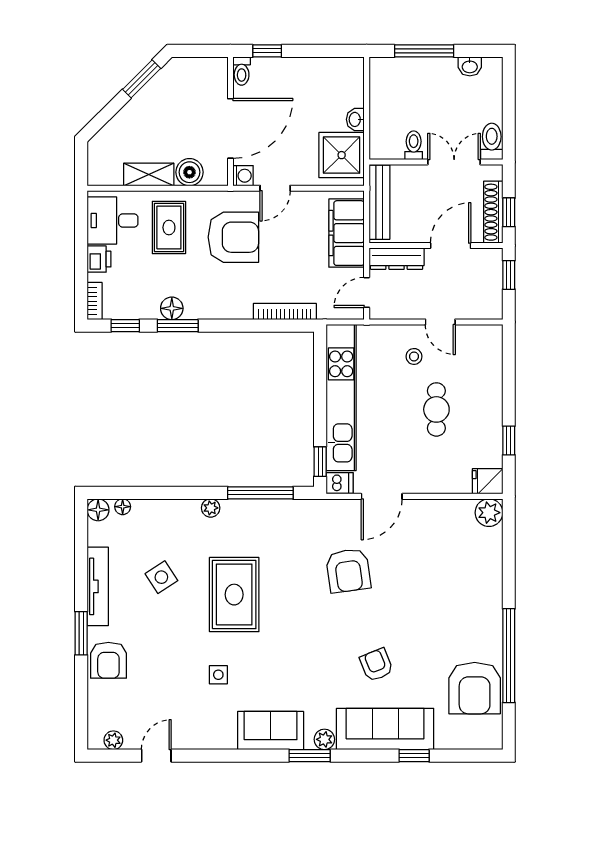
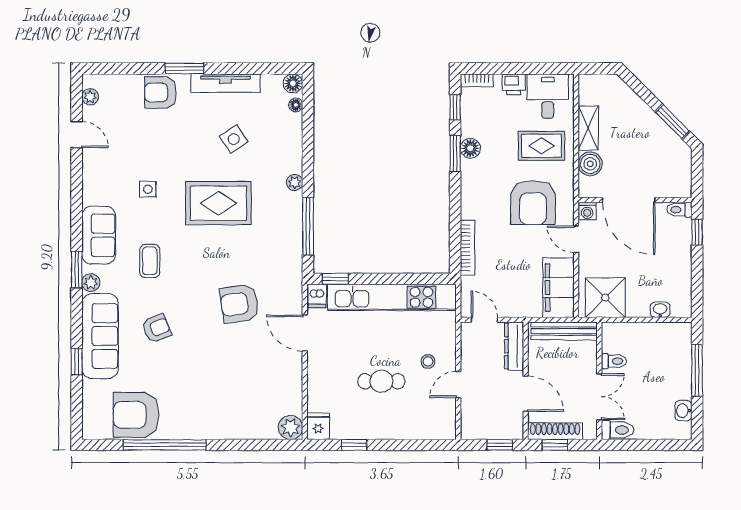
washbasin: (355, 119) -> (660, 310), moved
filing cabinet: (347, 233) -> (558, 288), moved, turned -90
coffee table: (300, 672) -> (150, 261), added

